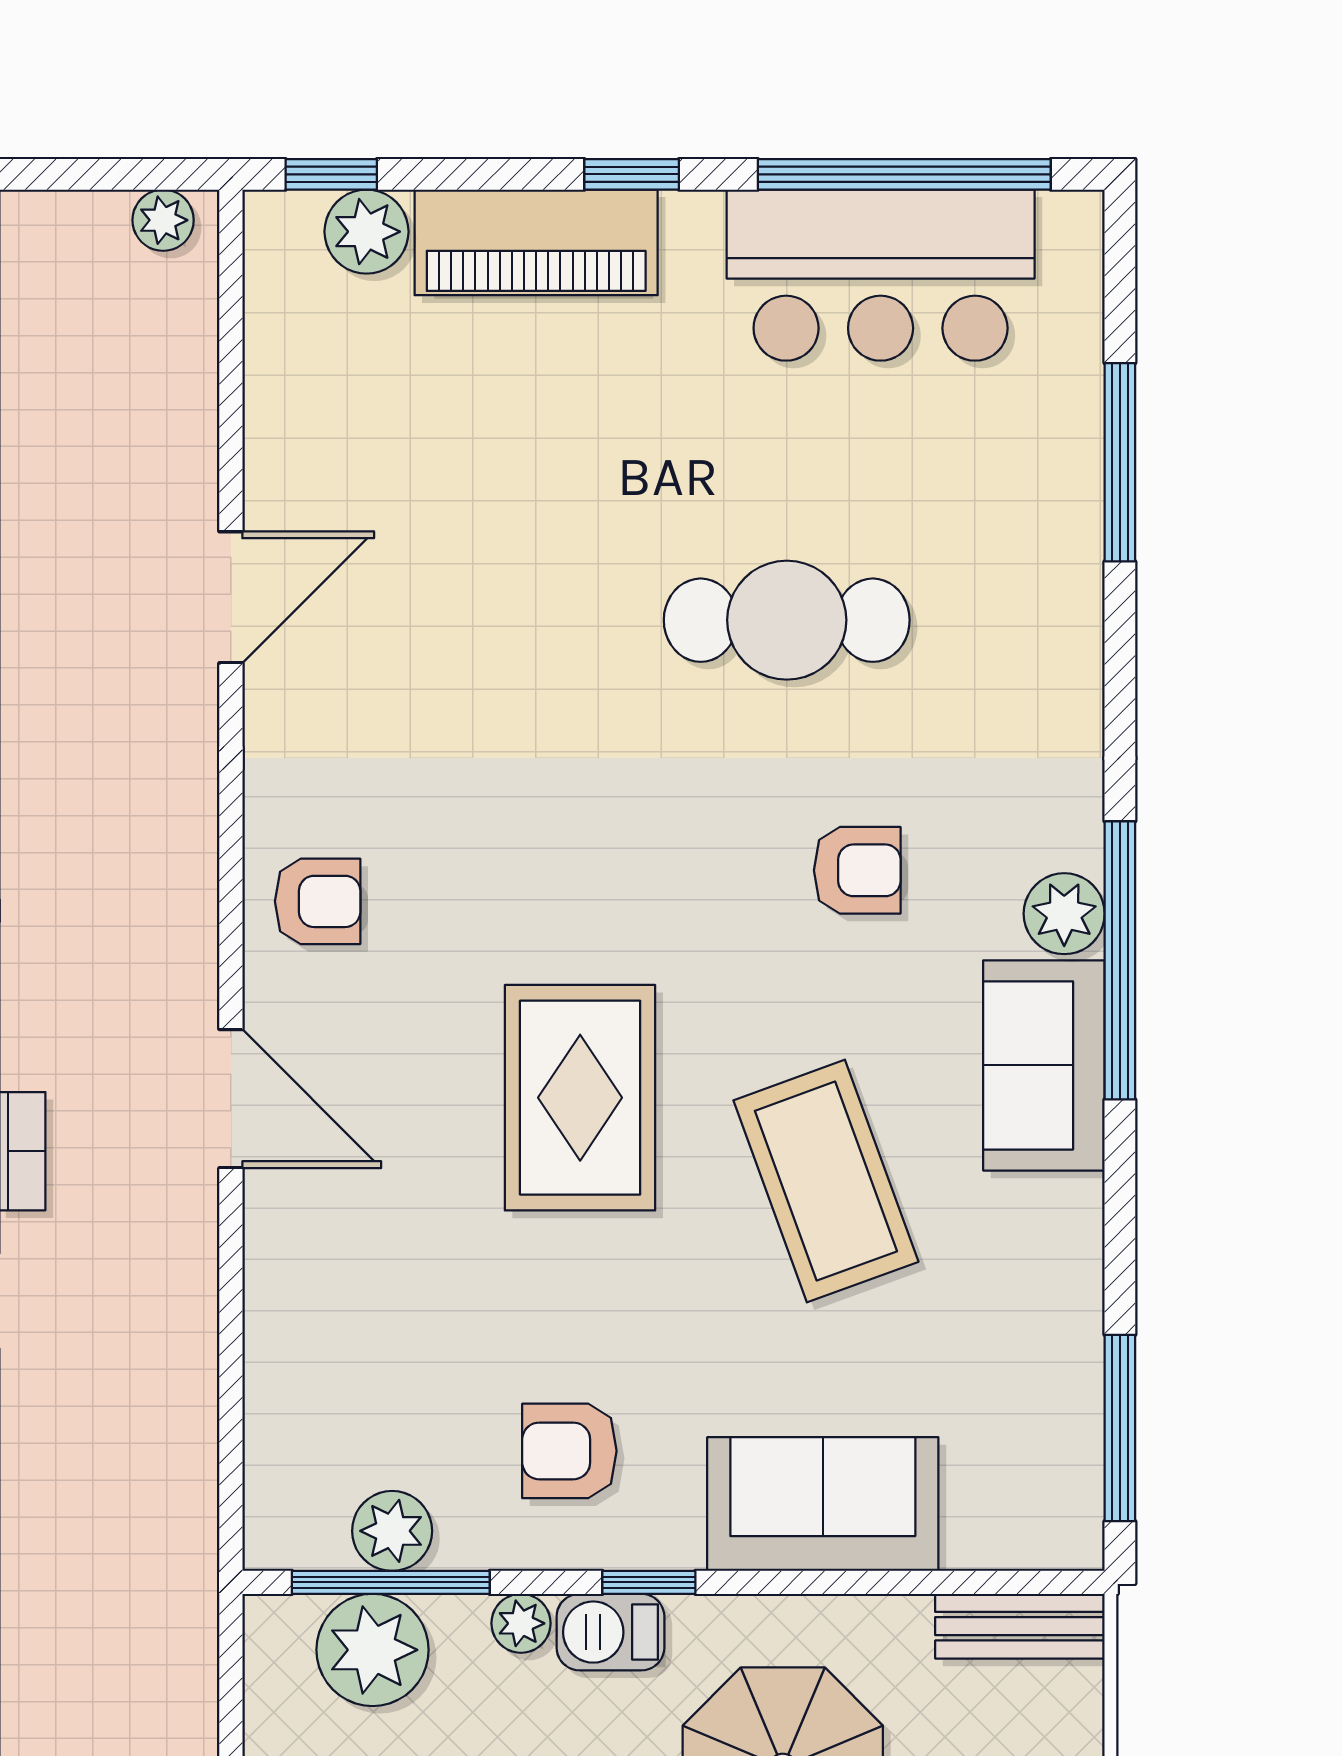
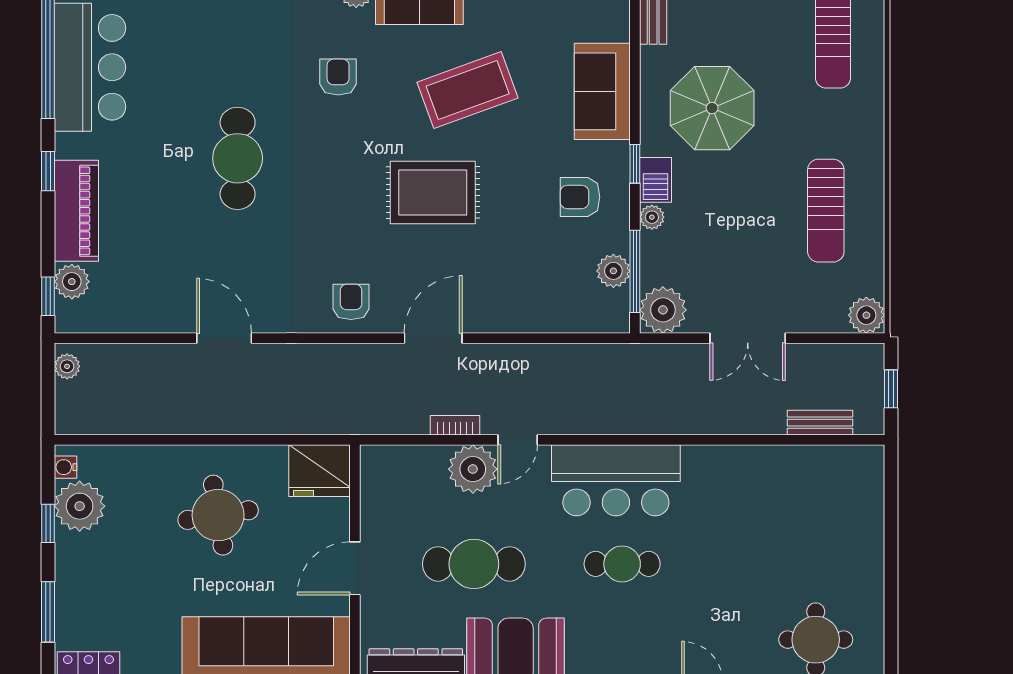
cafe table: (787, 620) -> (238, 158), moved
armchair: (569, 1451) -> (580, 197), turned 90
plant: (373, 1650) -> (663, 310), moved

